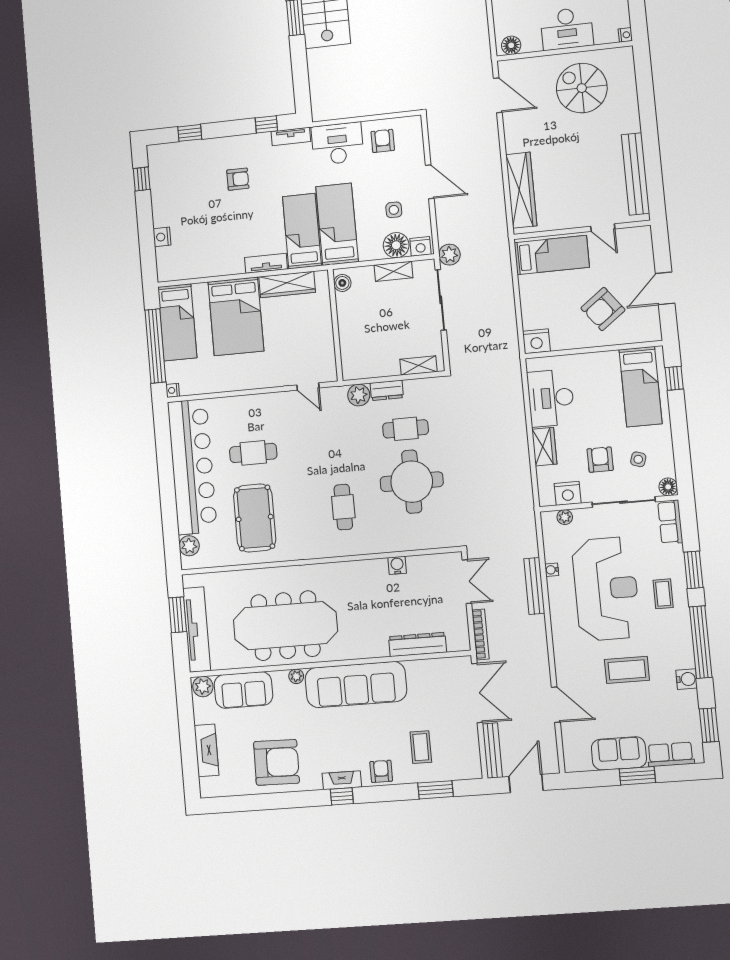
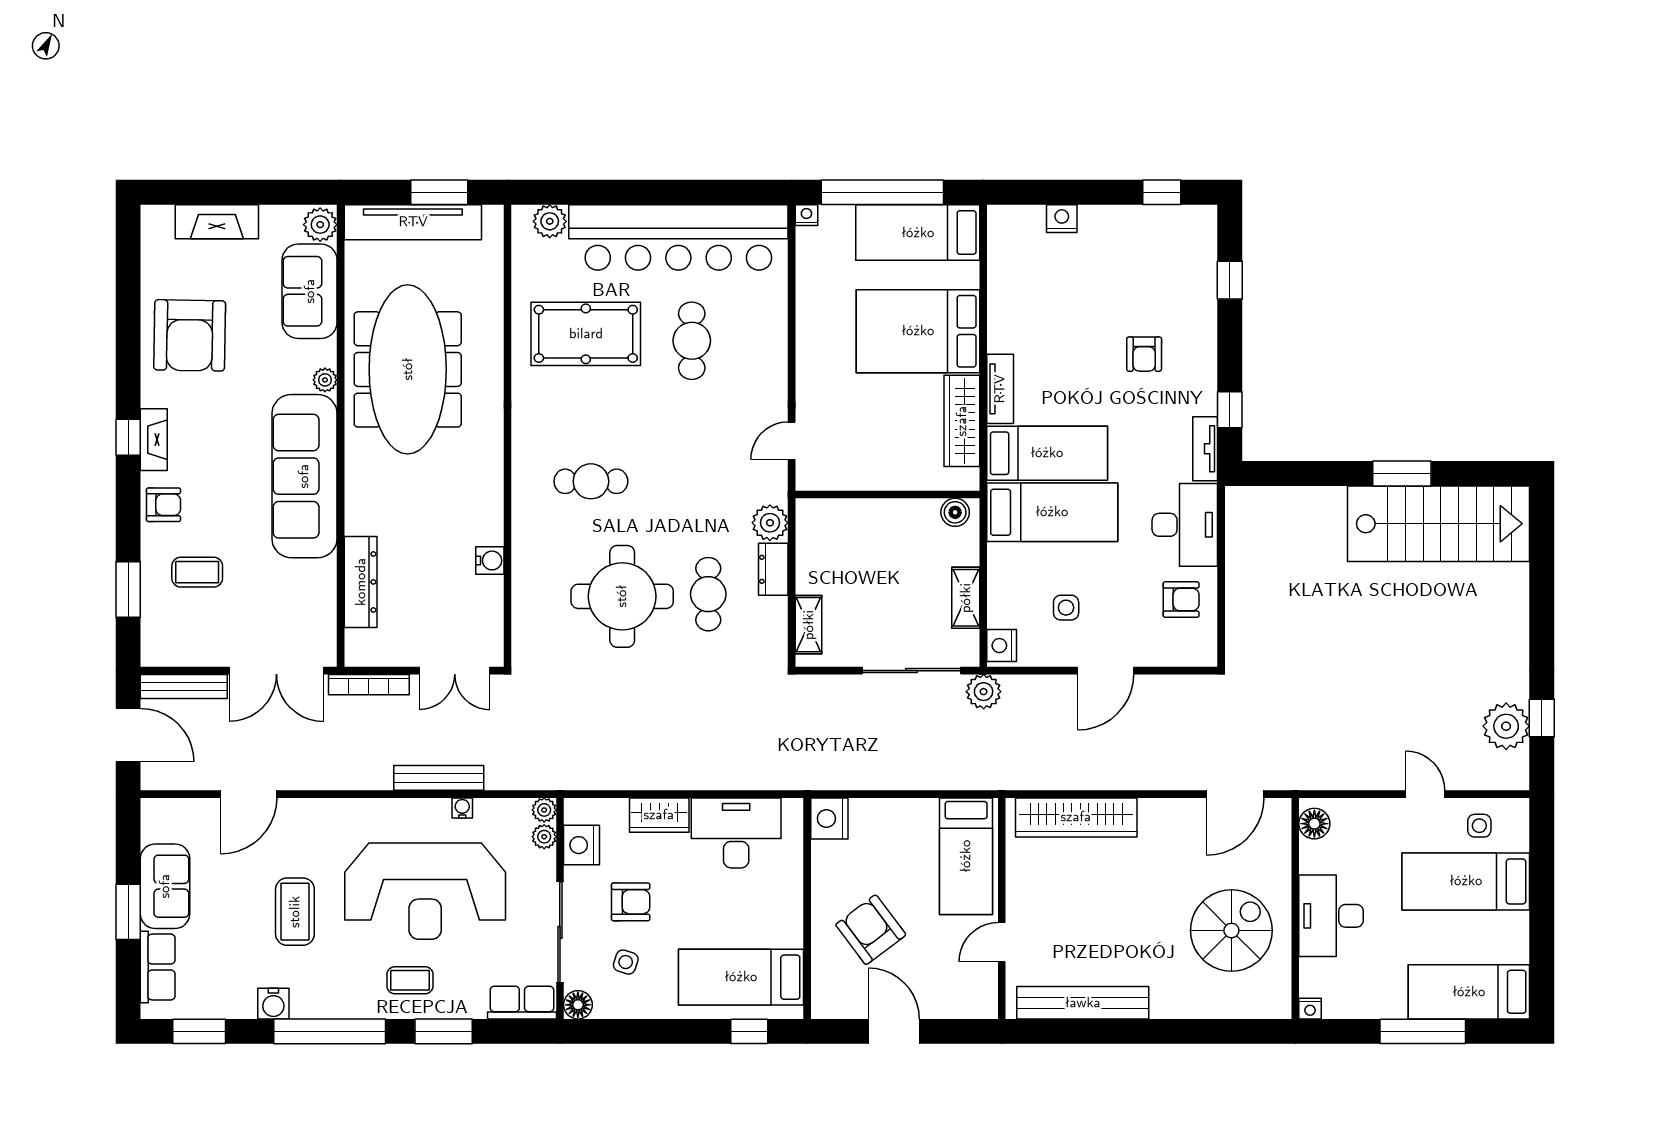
floor lamp: (396, 245) -> (1008, 606), removed
plant: (548, 519) -> (544, 810), added

